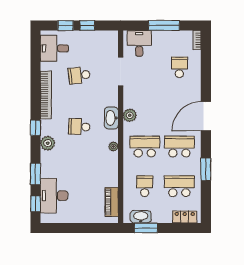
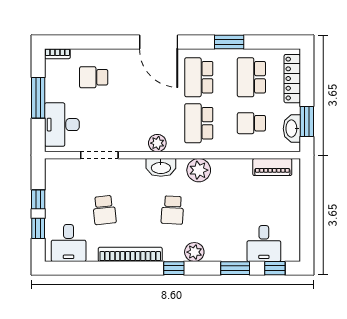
desk: (139, 43) -> (62, 125), width x1.37
plant: (113, 146) -> (199, 170), width x1.88, depth x1.88
desk: (54, 196) -> (264, 243), width x0.73
locker: (185, 217) -> (292, 79), width x1.53

